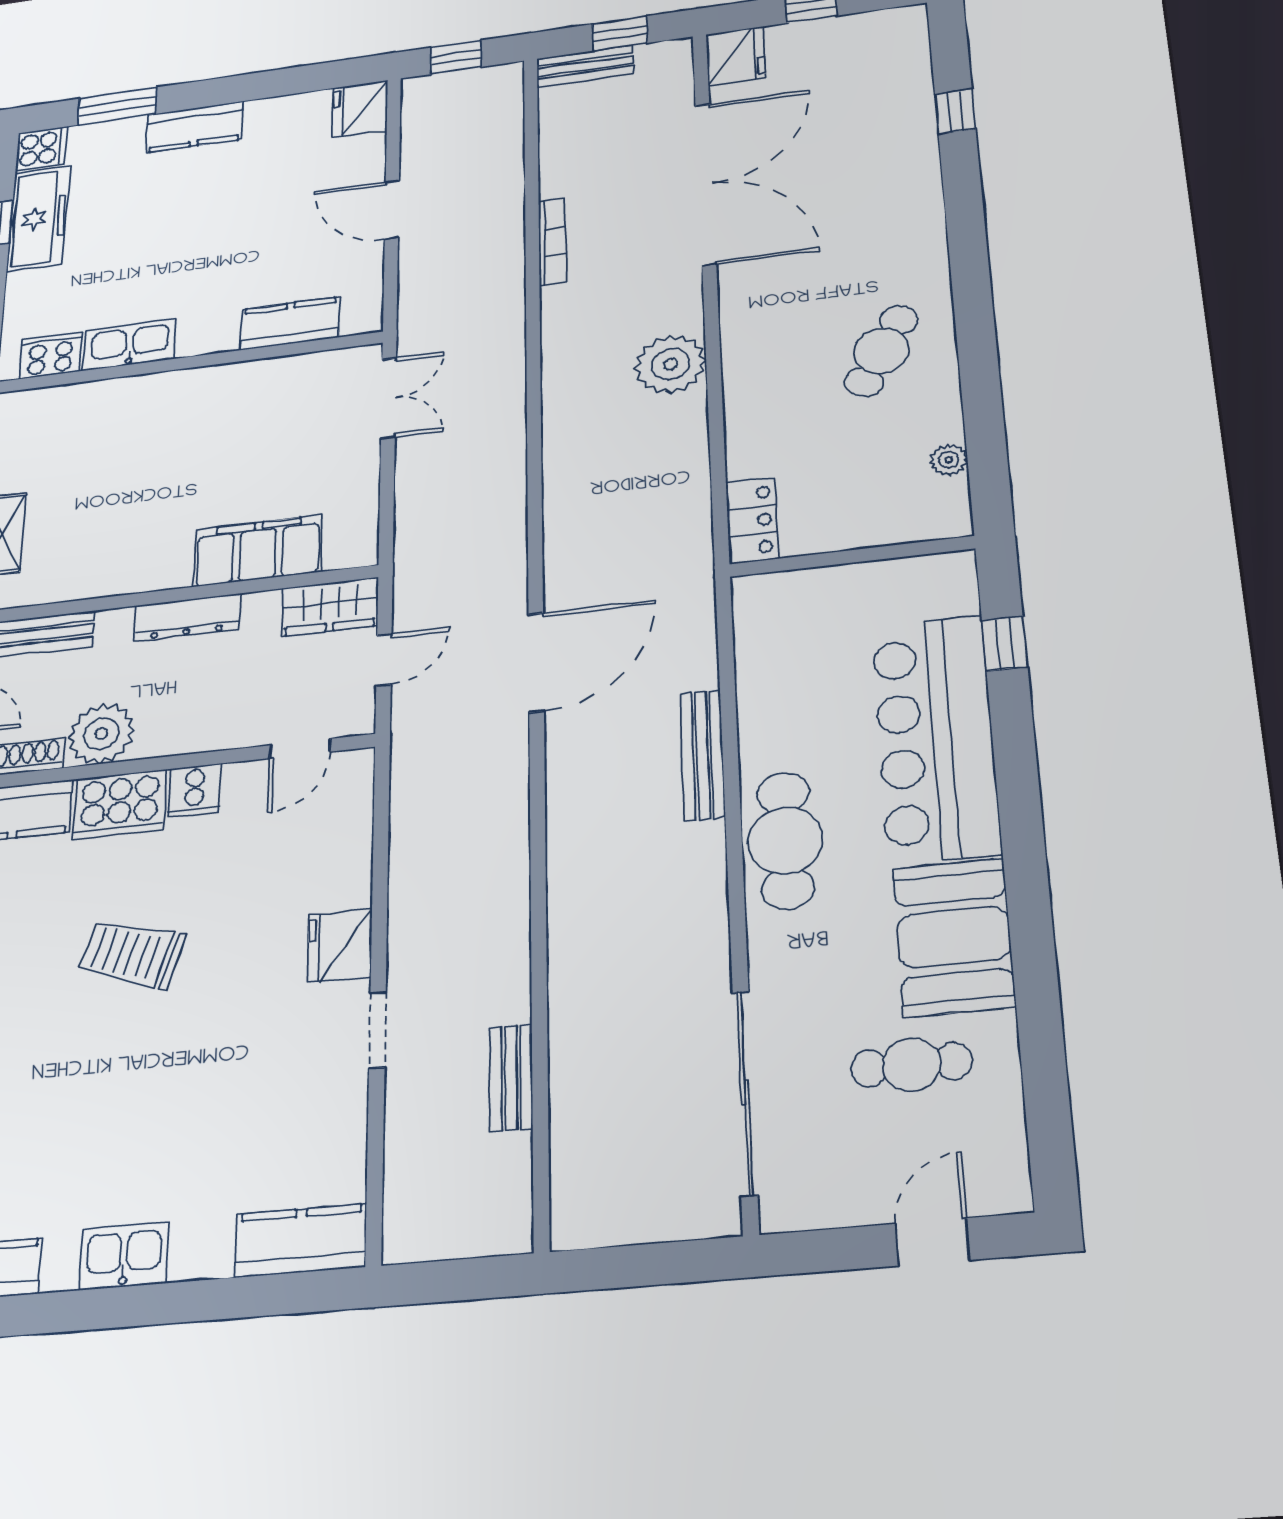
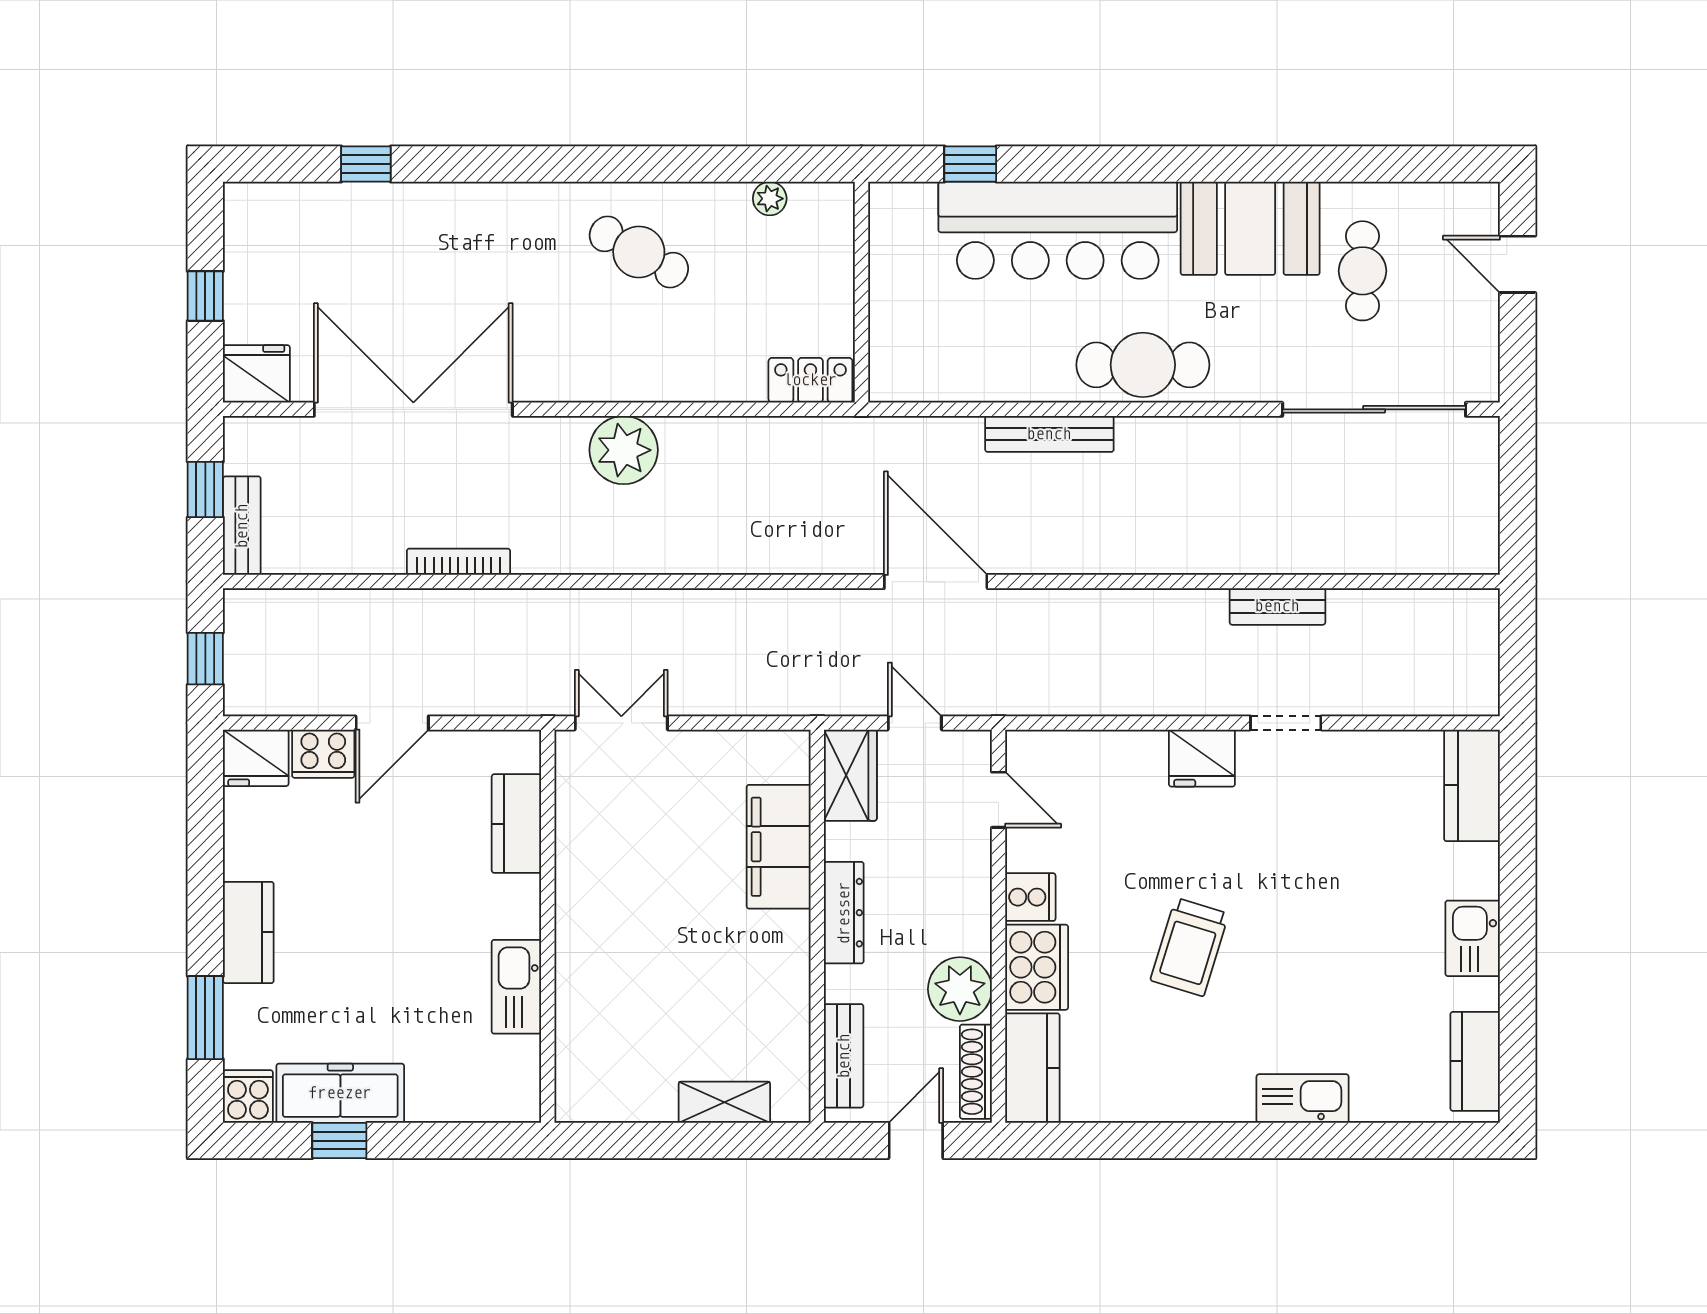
cooker: (50, 356) -> (323, 754), moved, turned -90
bench: (511, 1078) -> (1277, 606), moved

